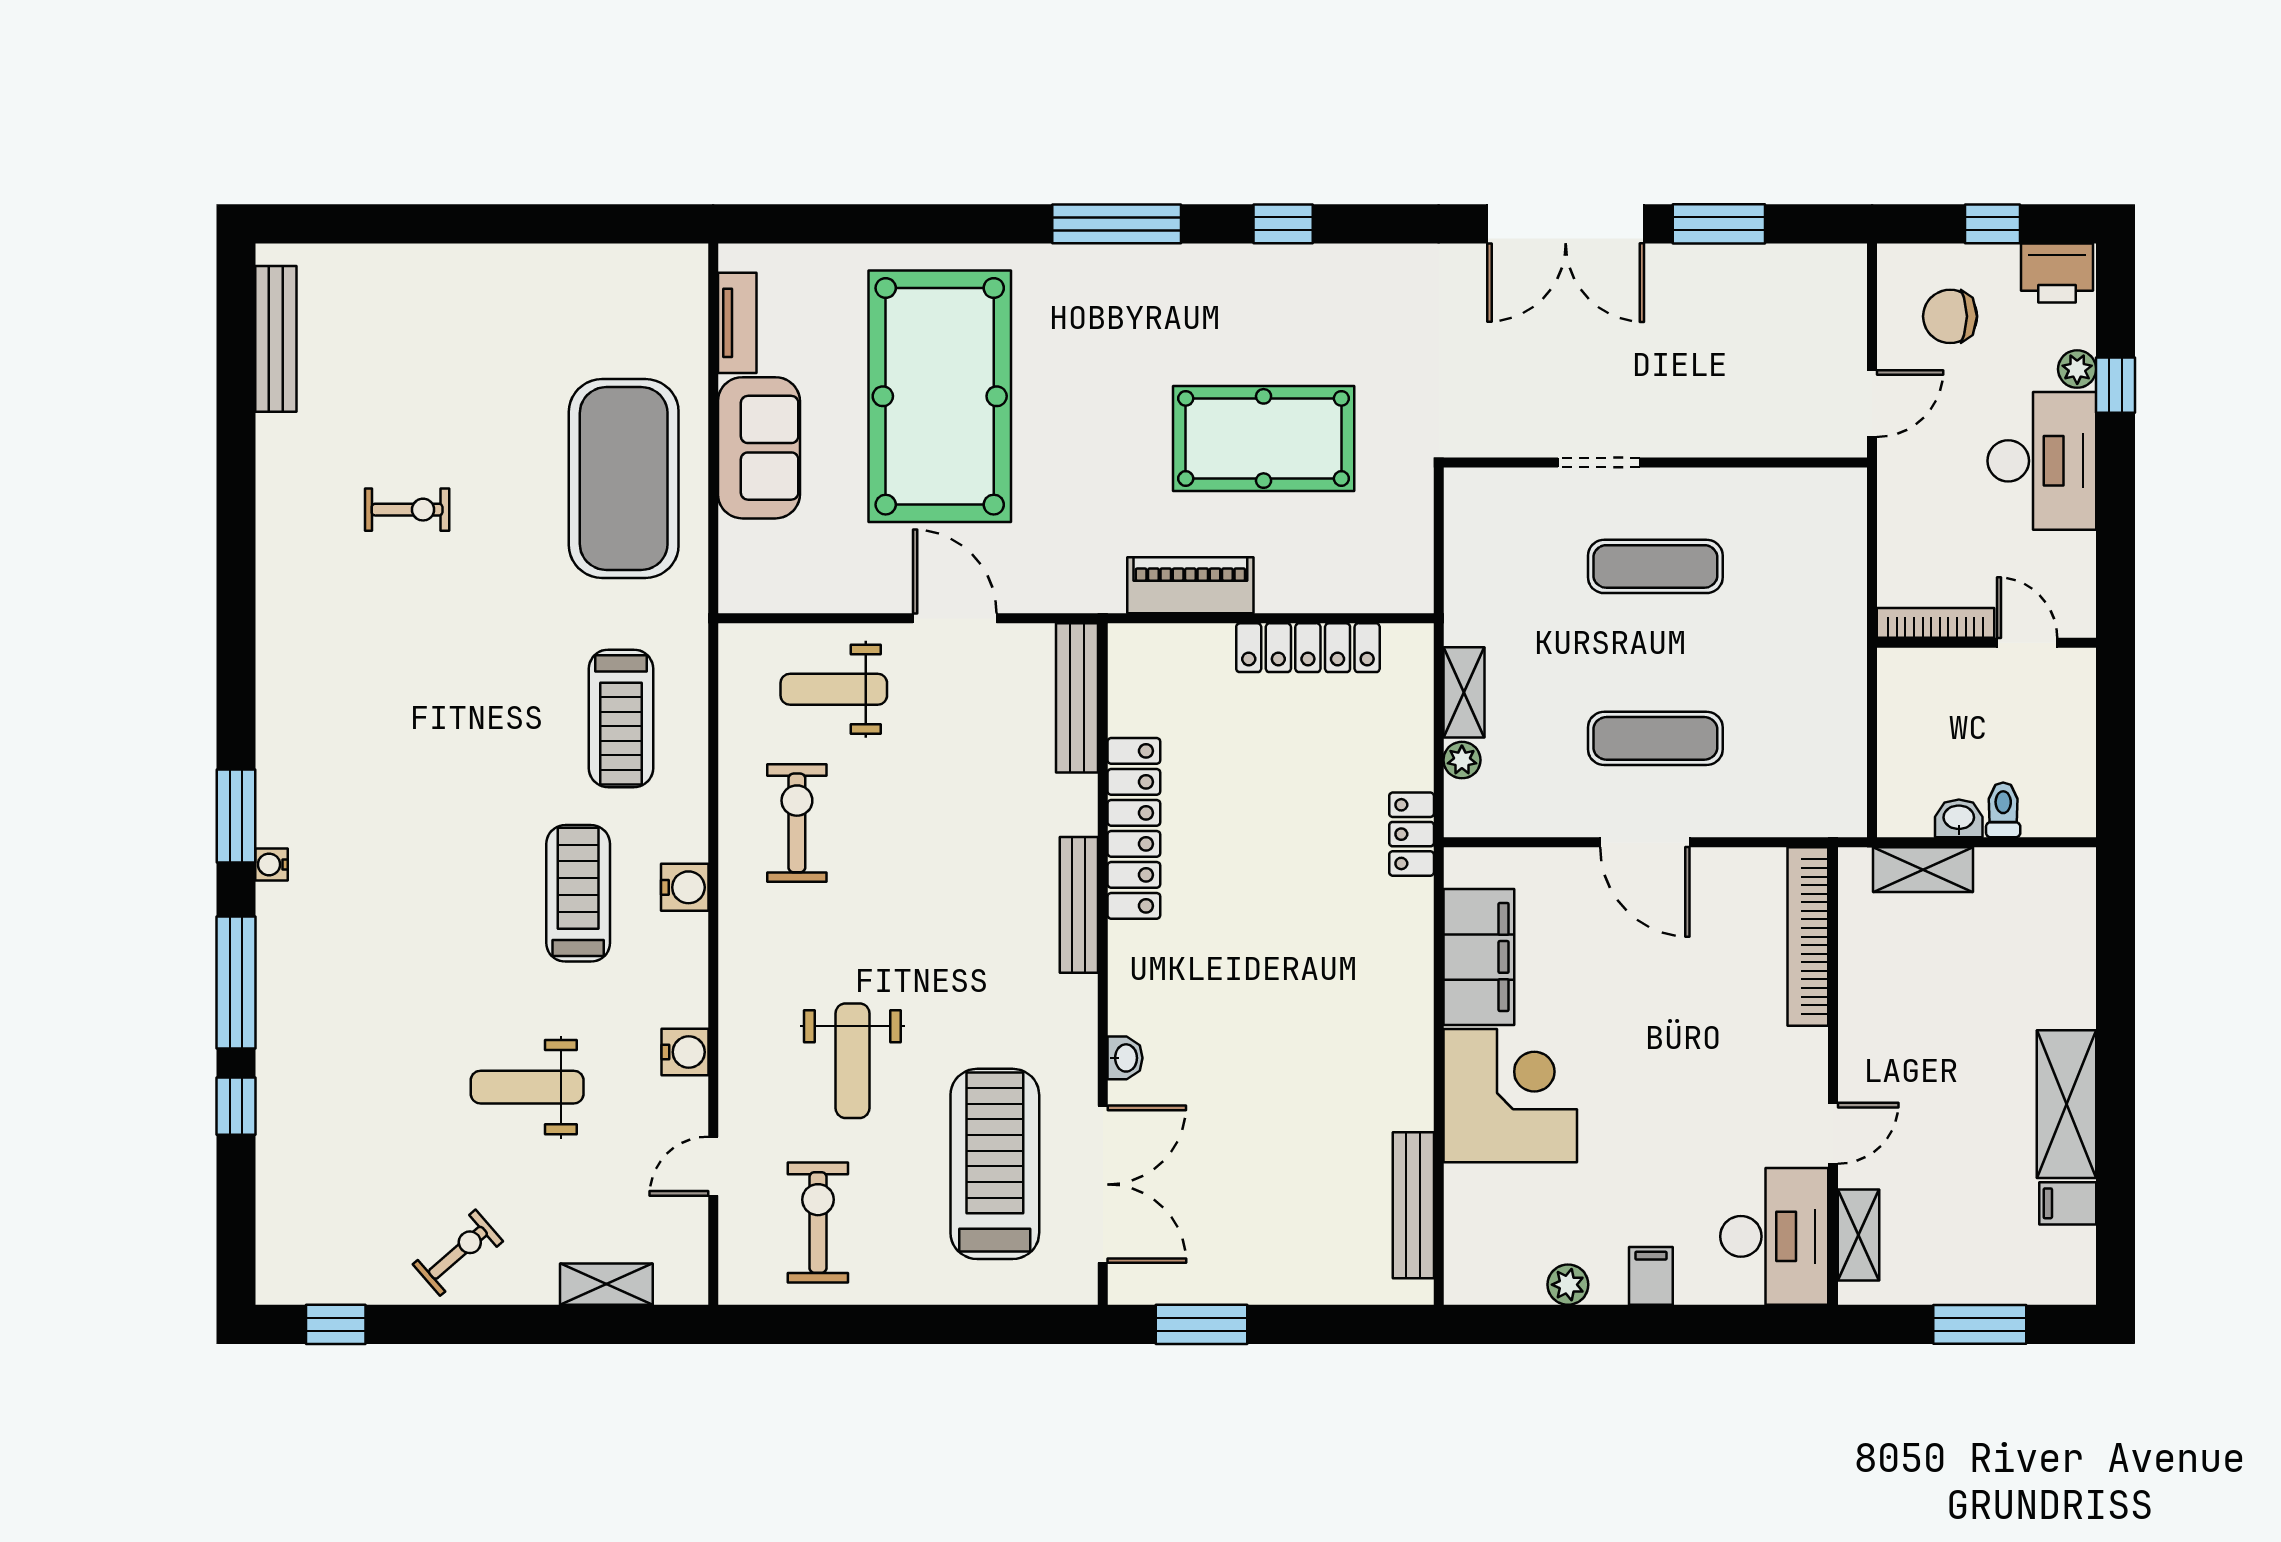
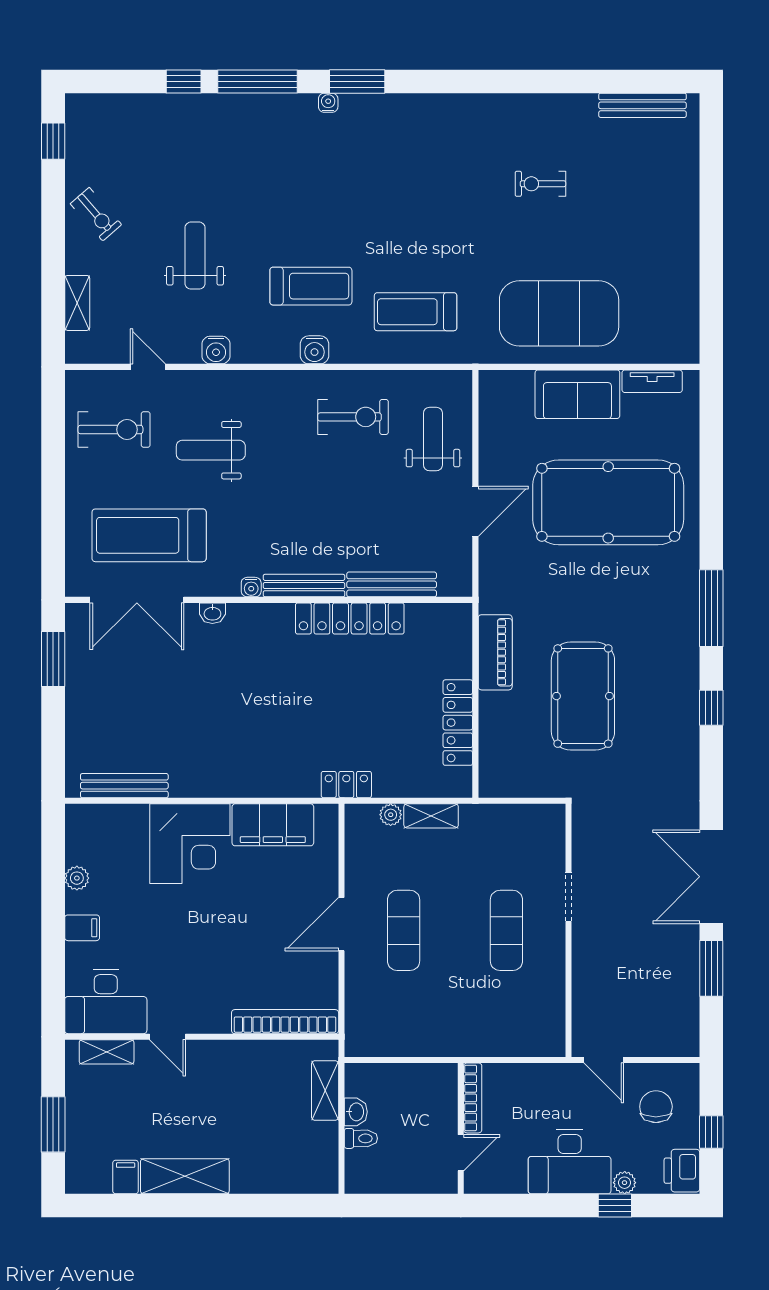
exercise bike: (407, 510) -> (540, 184), turned 90
bench: (1077, 698) -> (392, 584), moved
water cooler: (1081, 993) -> (251, 587), added
treadmill: (995, 1164) -> (149, 535), turned 180

